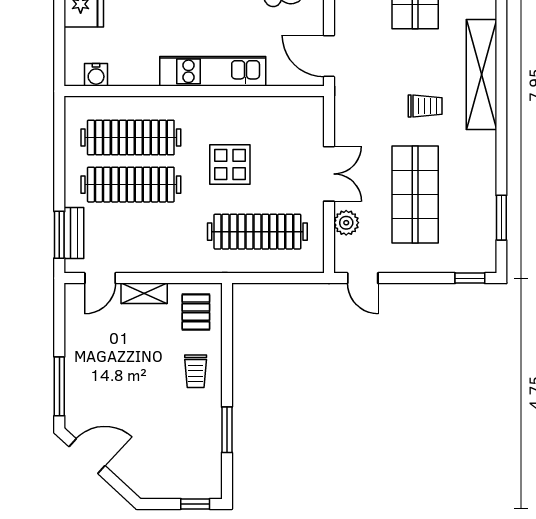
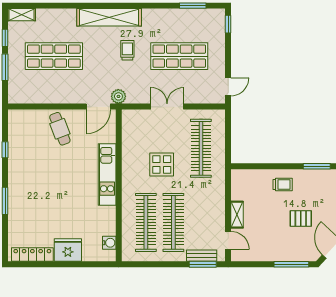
plant: (346, 223) -> (118, 96), moved
pallet: (196, 312) -> (301, 218), moved

